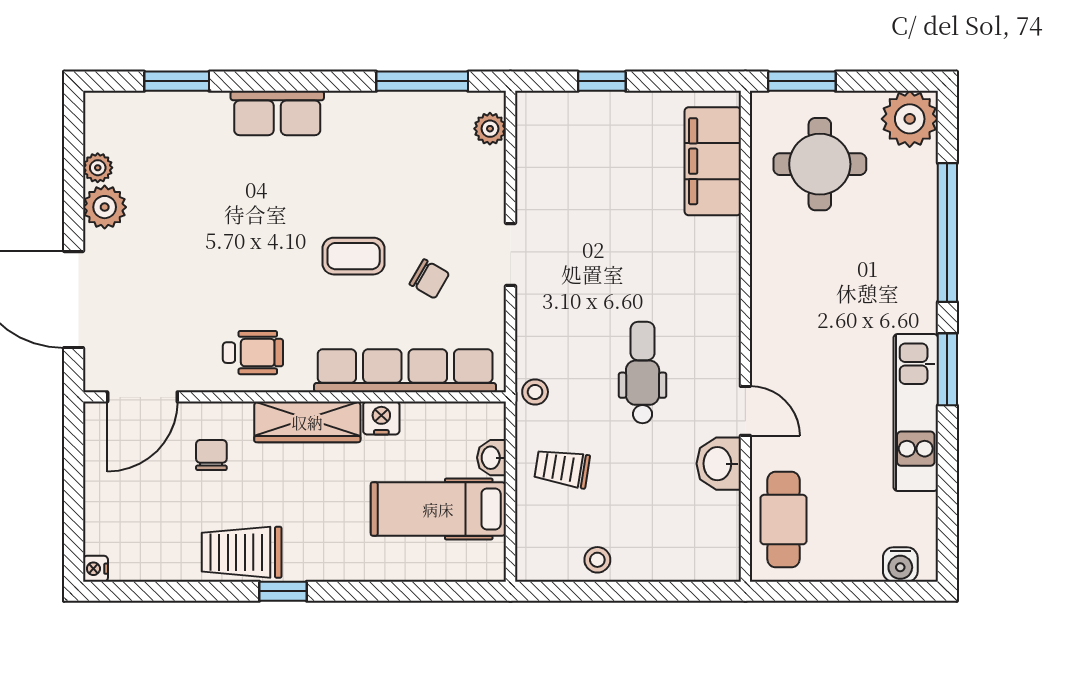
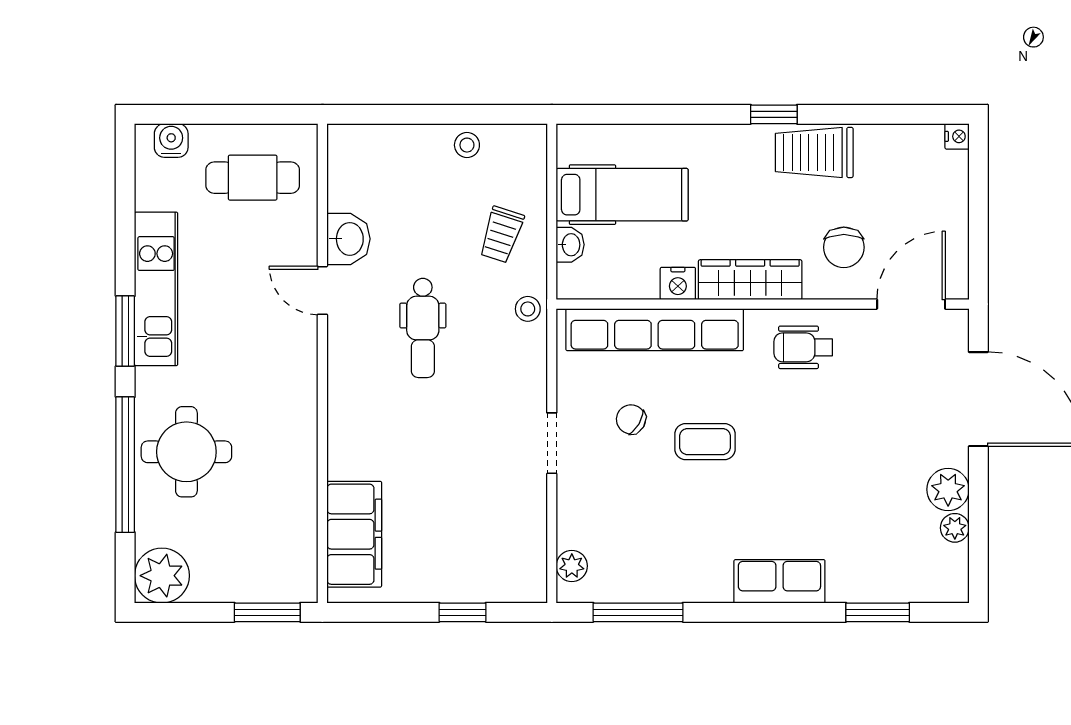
round table: (820, 164) -> (186, 452), moved
chair: (211, 455) -> (844, 247), width x1.37, depth x1.37
trolley: (562, 468) -> (501, 235), turned 99
cafe table: (784, 520) -> (253, 178), moved, turned 90
trolley: (242, 552) -> (814, 152), turned 180

